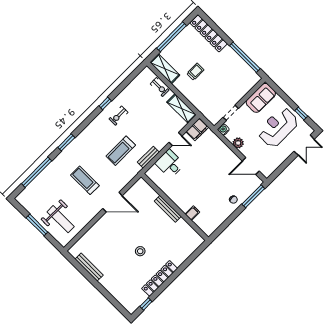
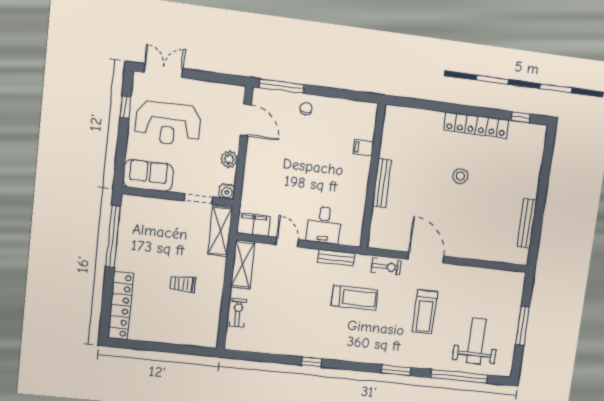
window: (172, 37) -> (163, 347), removed
shelving: (165, 69) -> (220, 231), moved
exercise bike: (119, 116) -> (386, 267), moved
weight bench: (61, 219) -> (476, 341), moved

